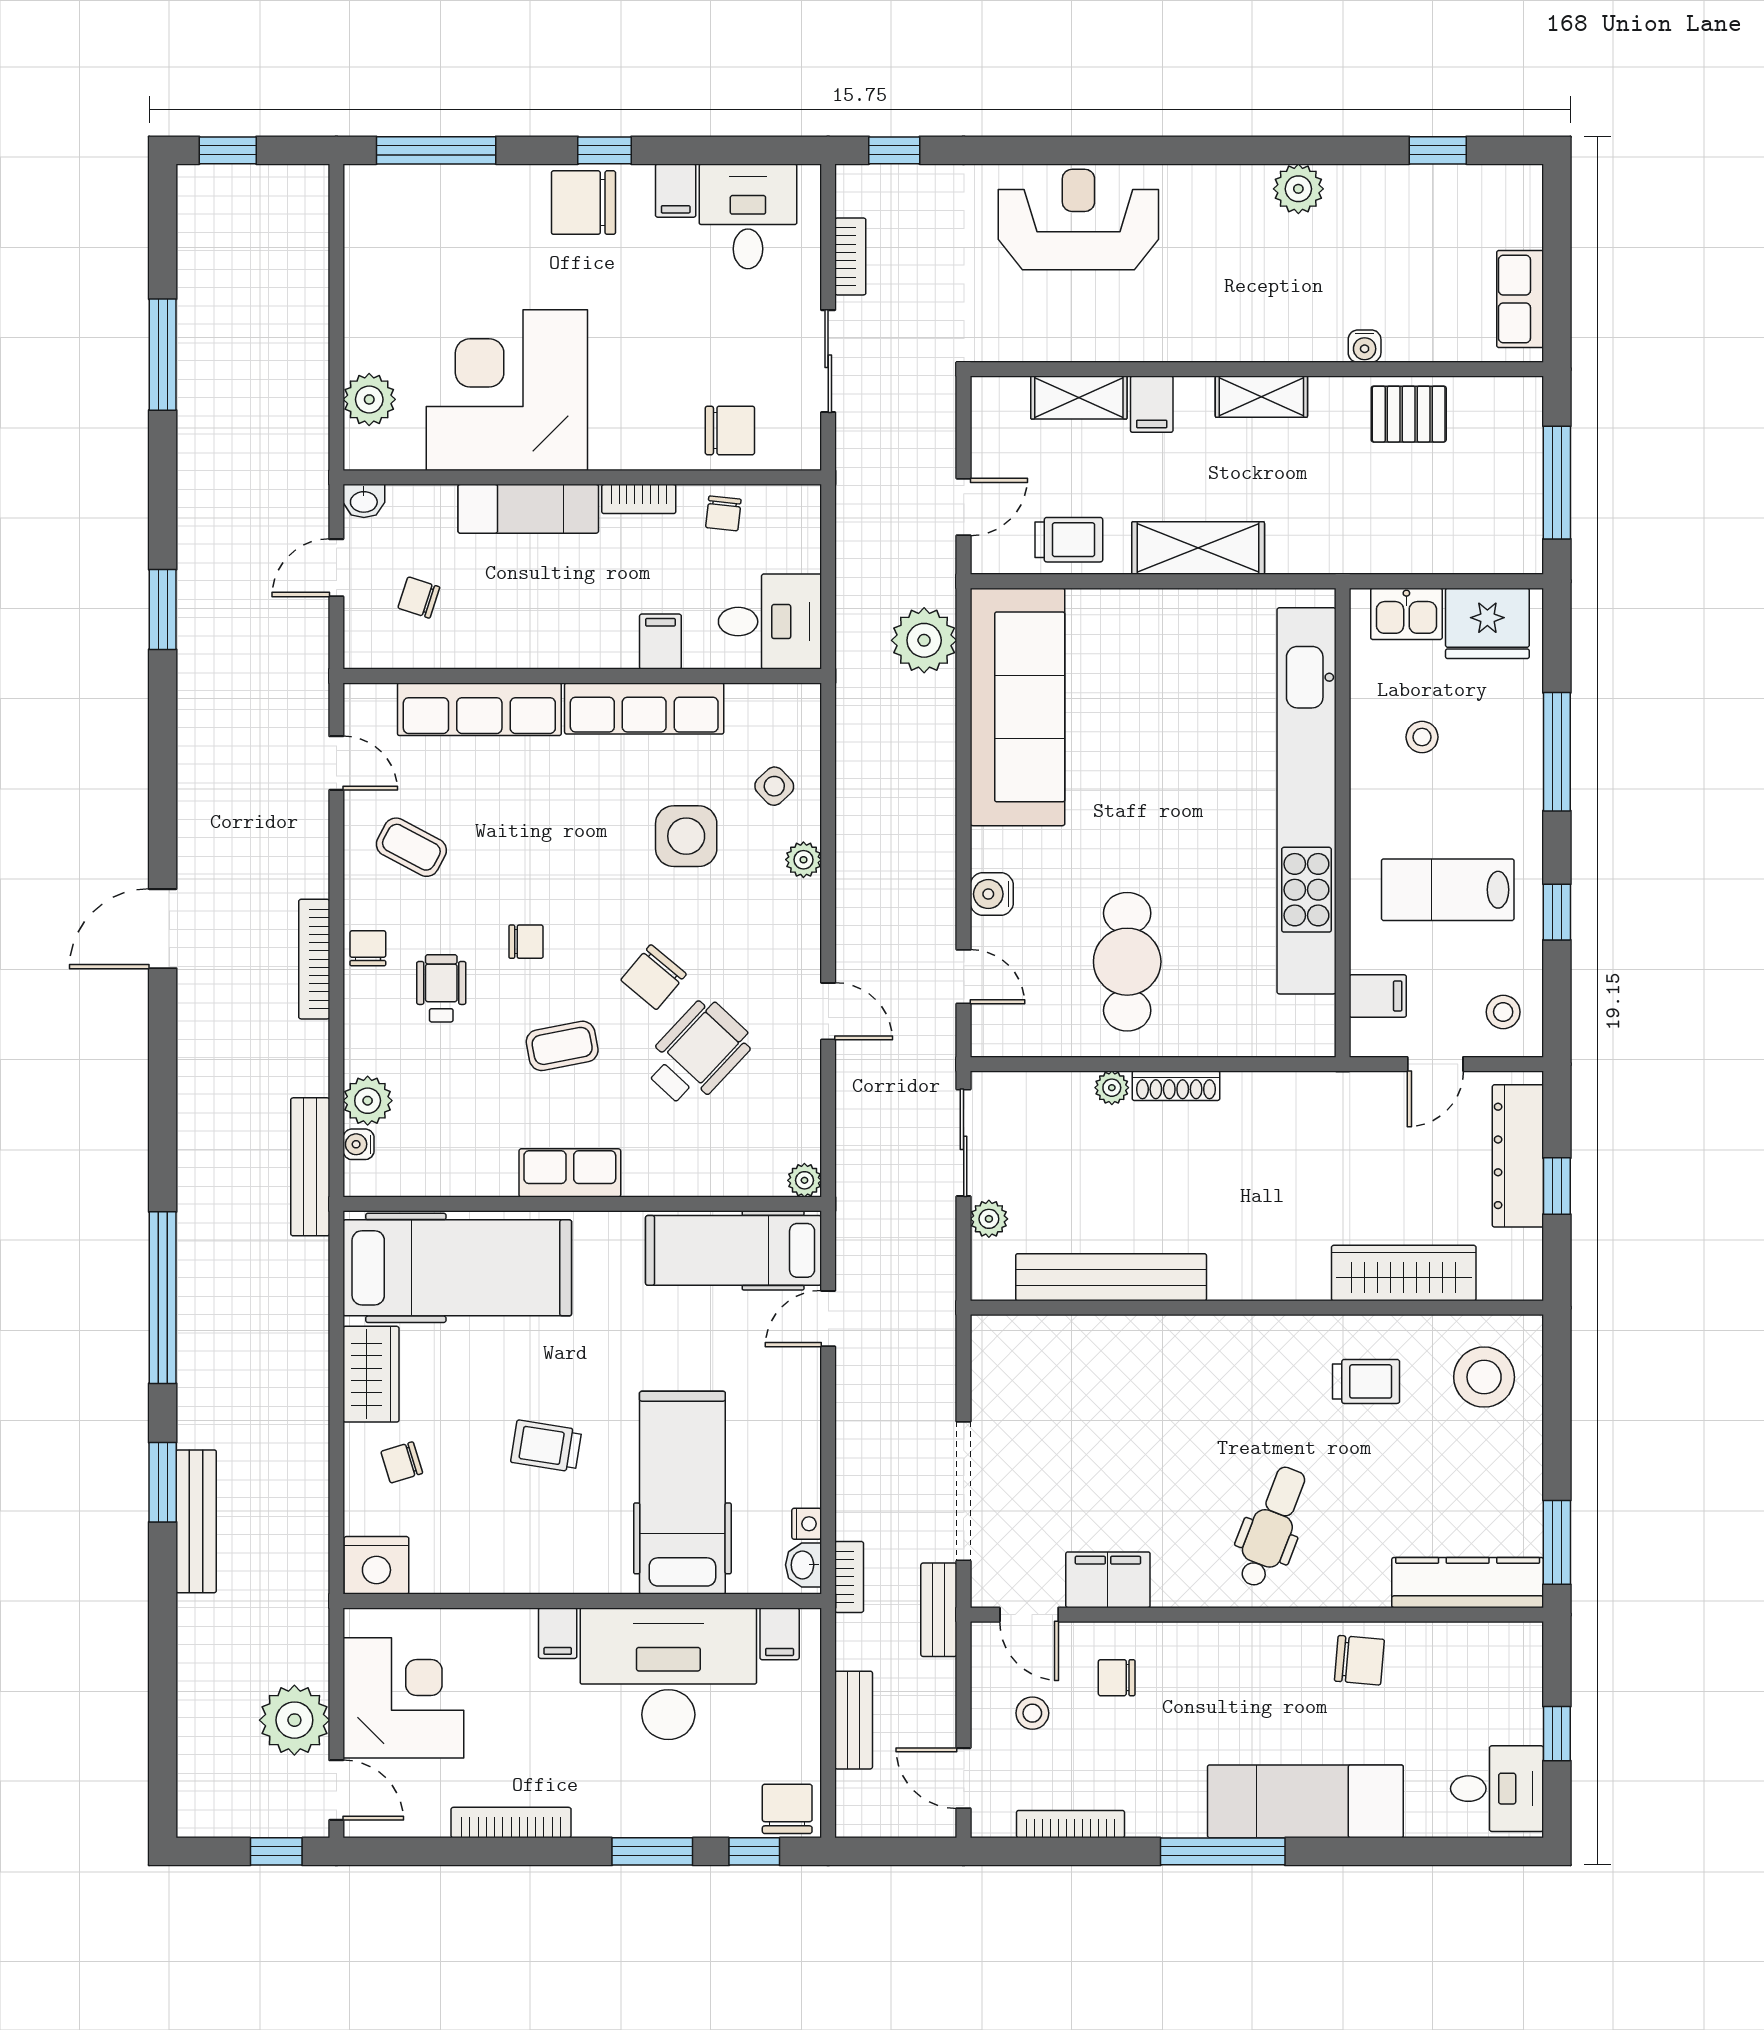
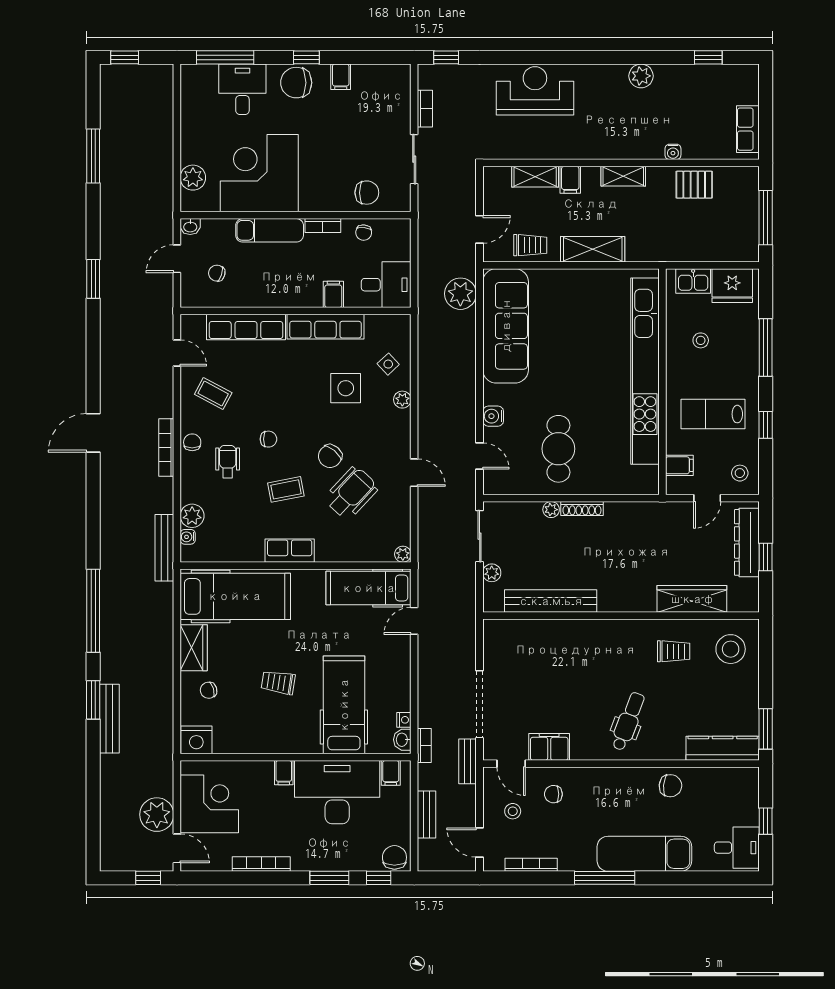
desk: (748, 216) -> (242, 89), moved

